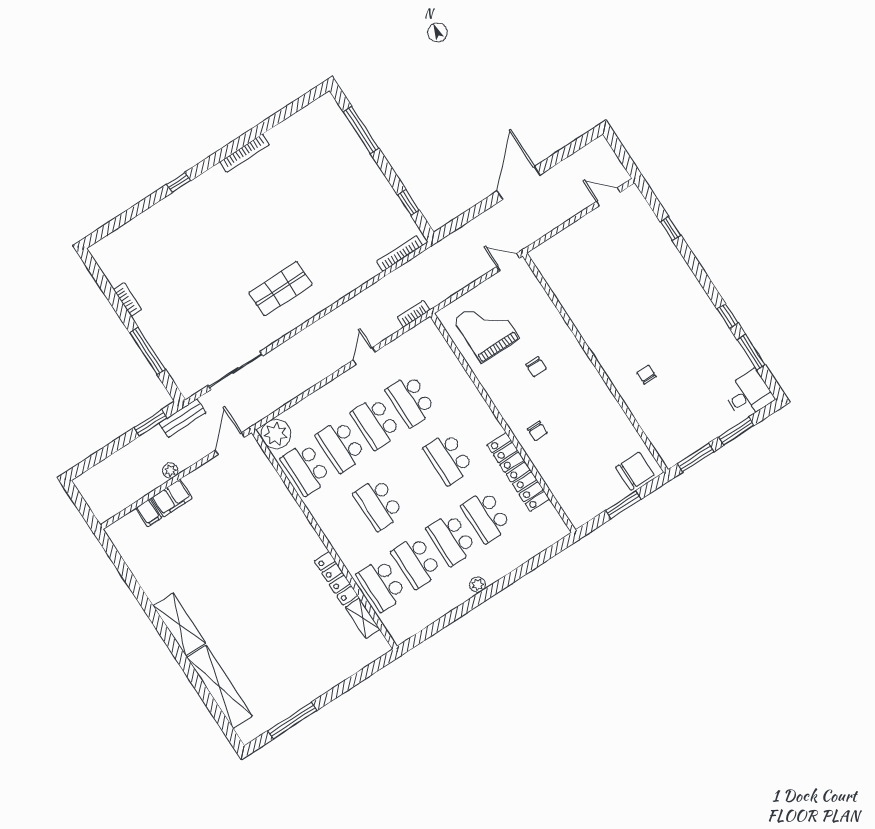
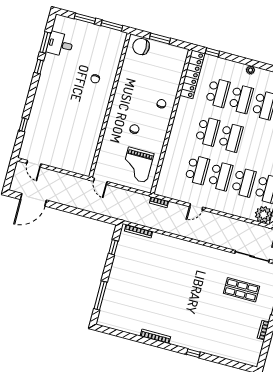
door: (519, 183) -> (33, 200), moved
shop shelf: (281, 289) -> (241, 290), moved
desk: (748, 395) -> (60, 44), moved
locker: (518, 472) -> (192, 74), moved
school desk: (379, 504) -> (231, 137), moved
window: (544, 556) -> (212, 52), added

